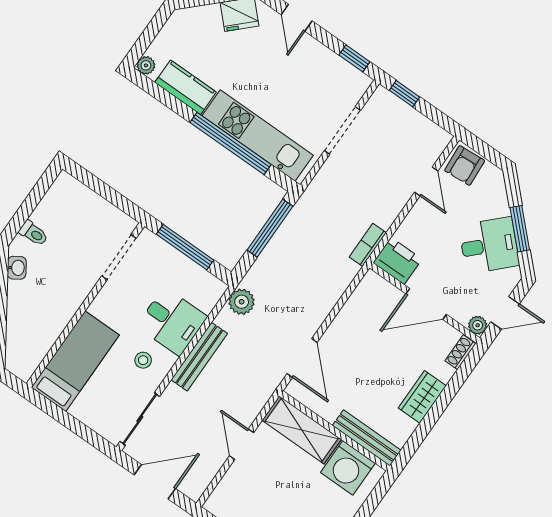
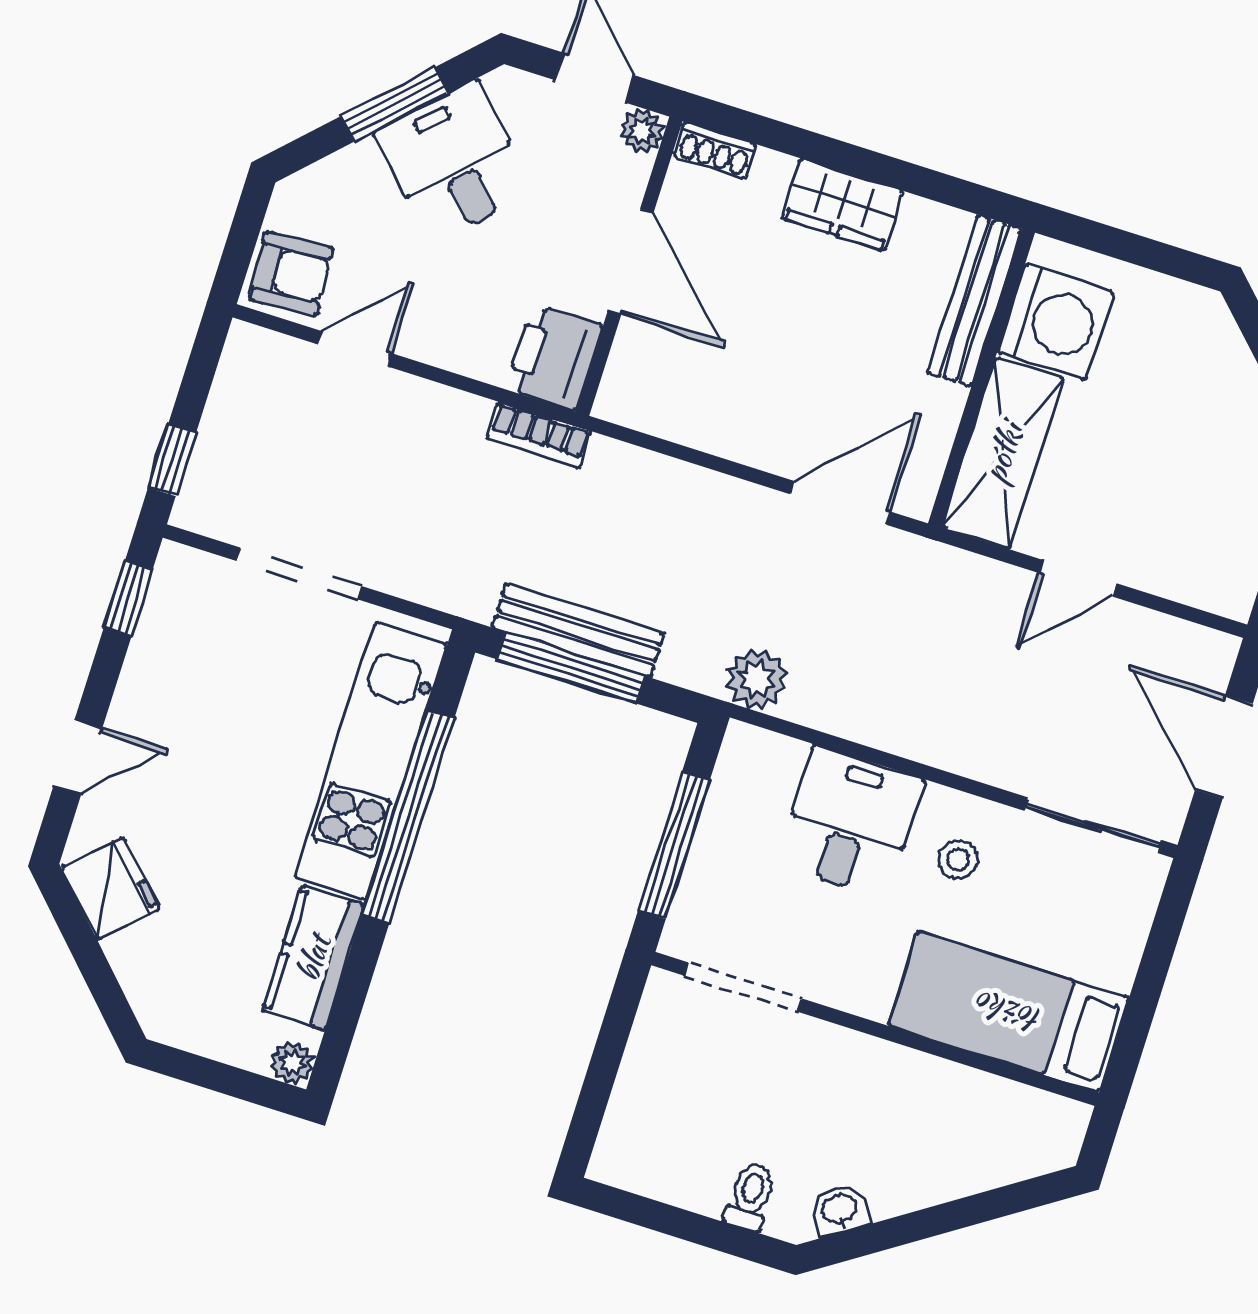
bench: (199, 357) -> (578, 630), moved

